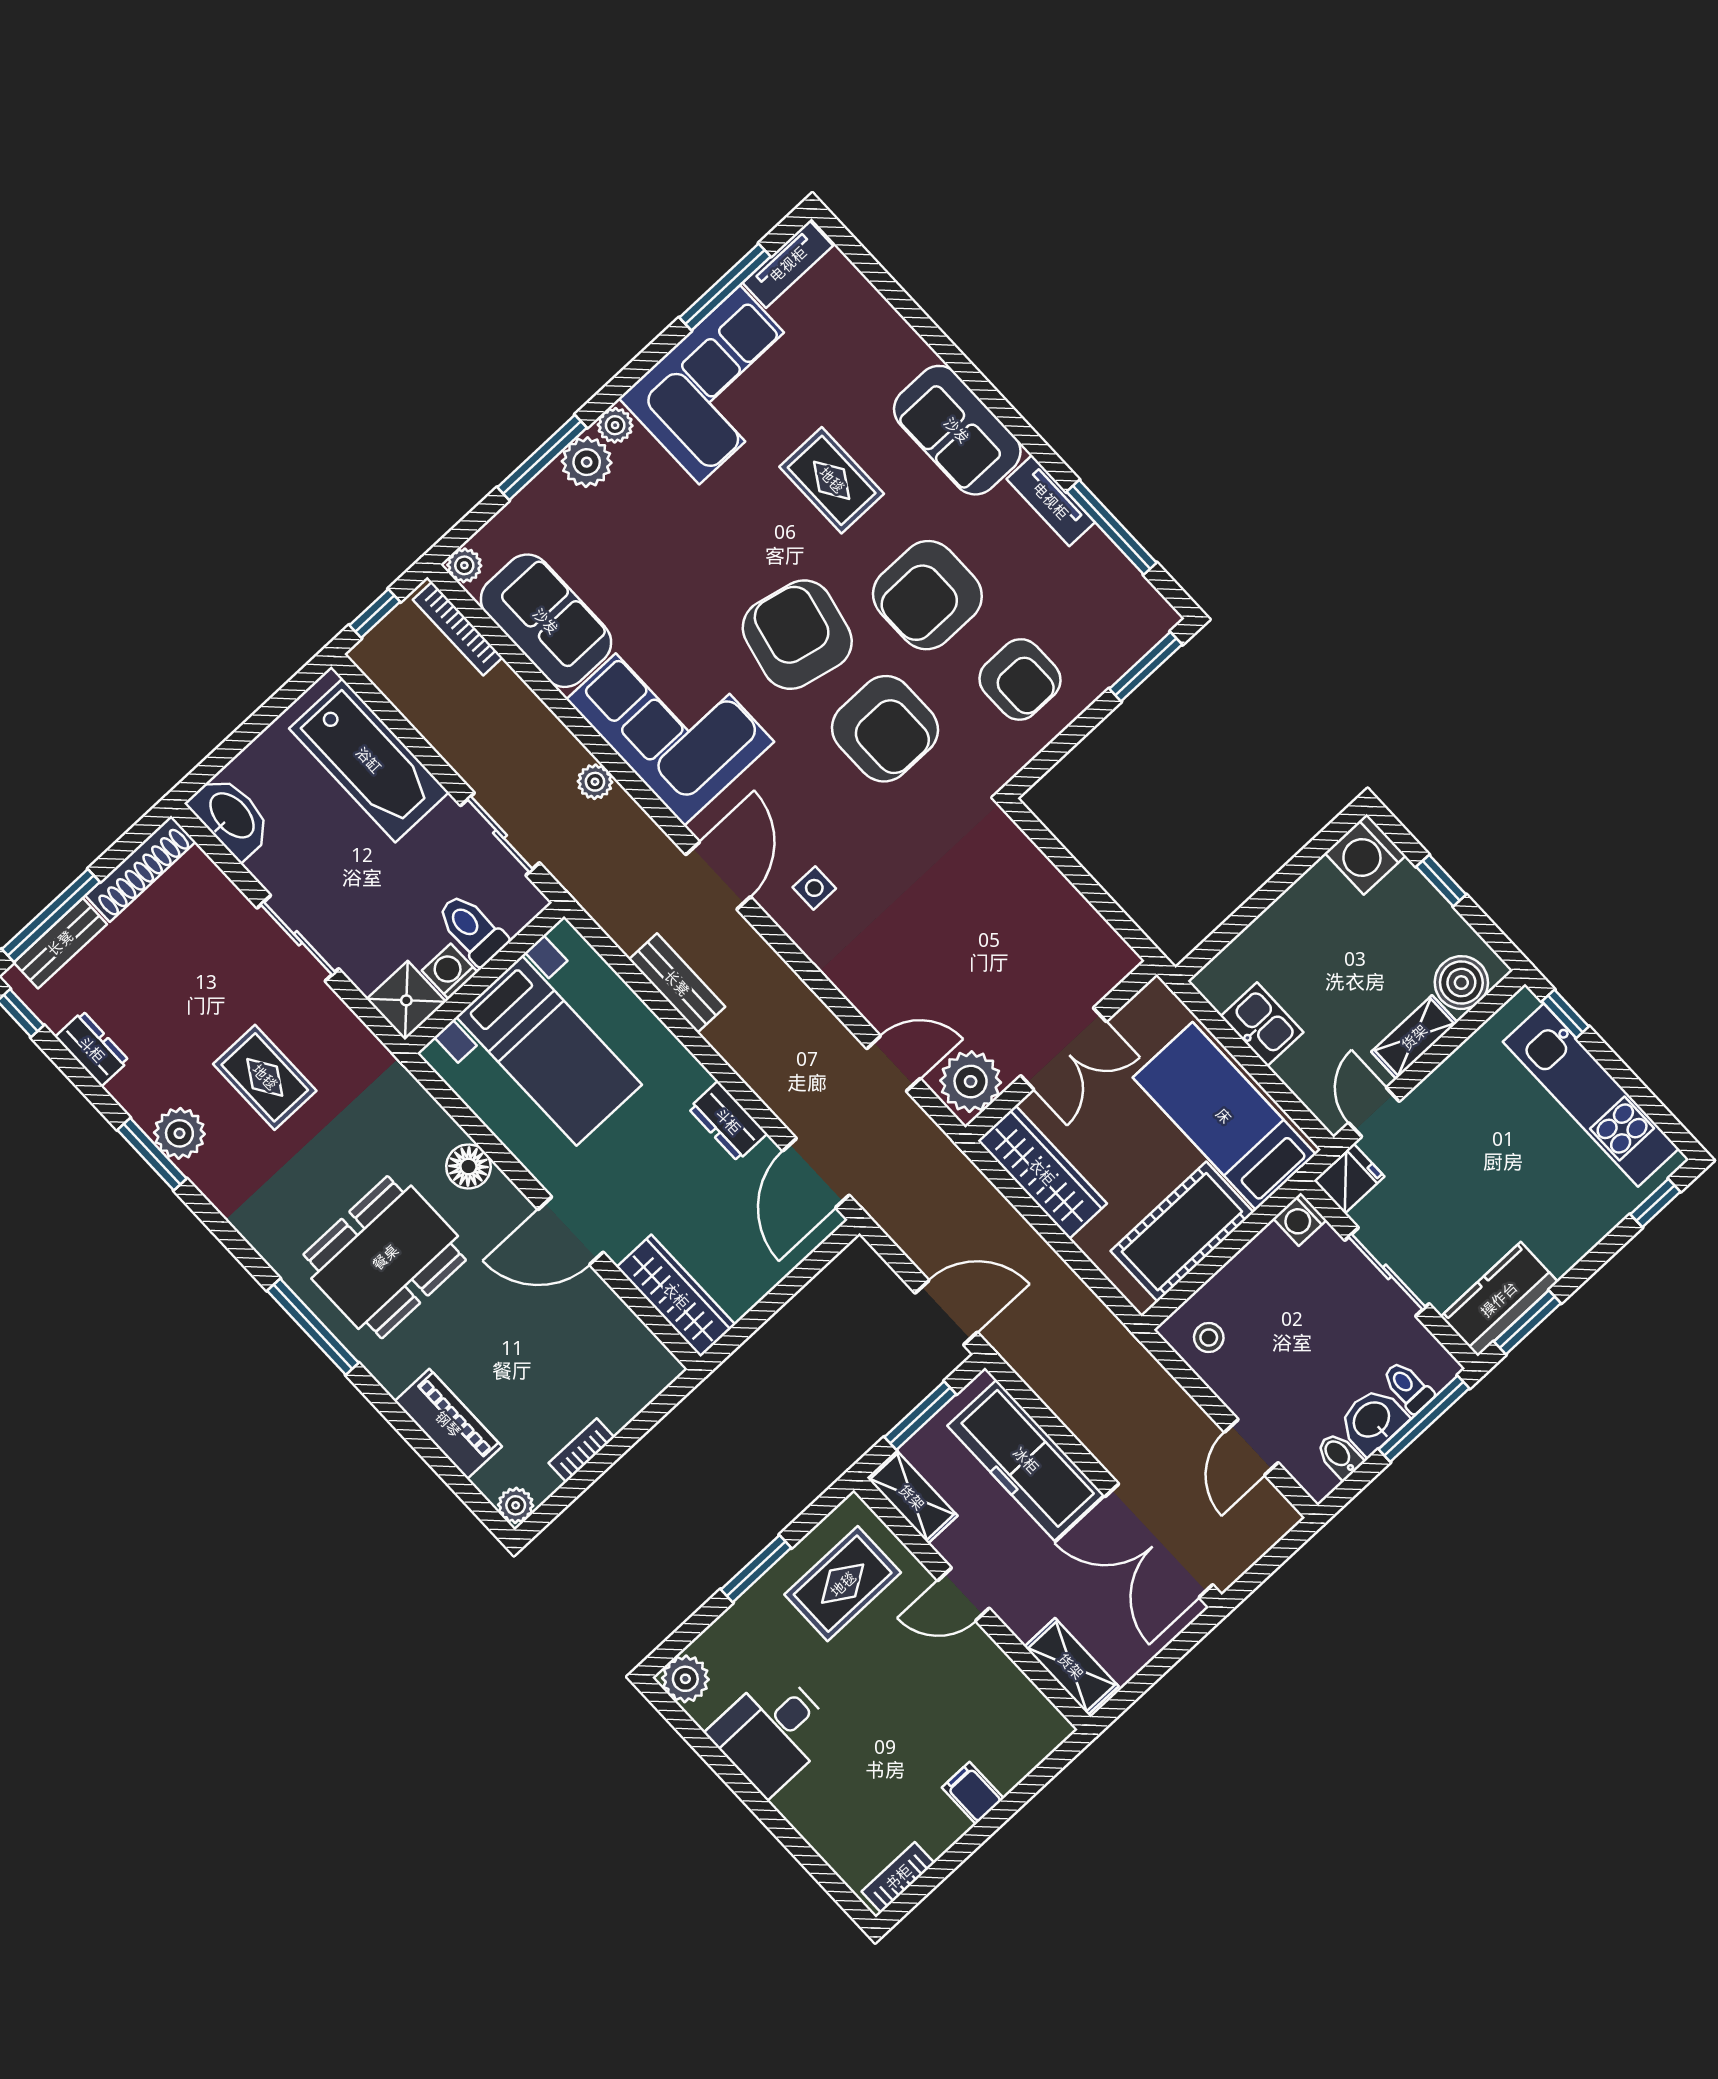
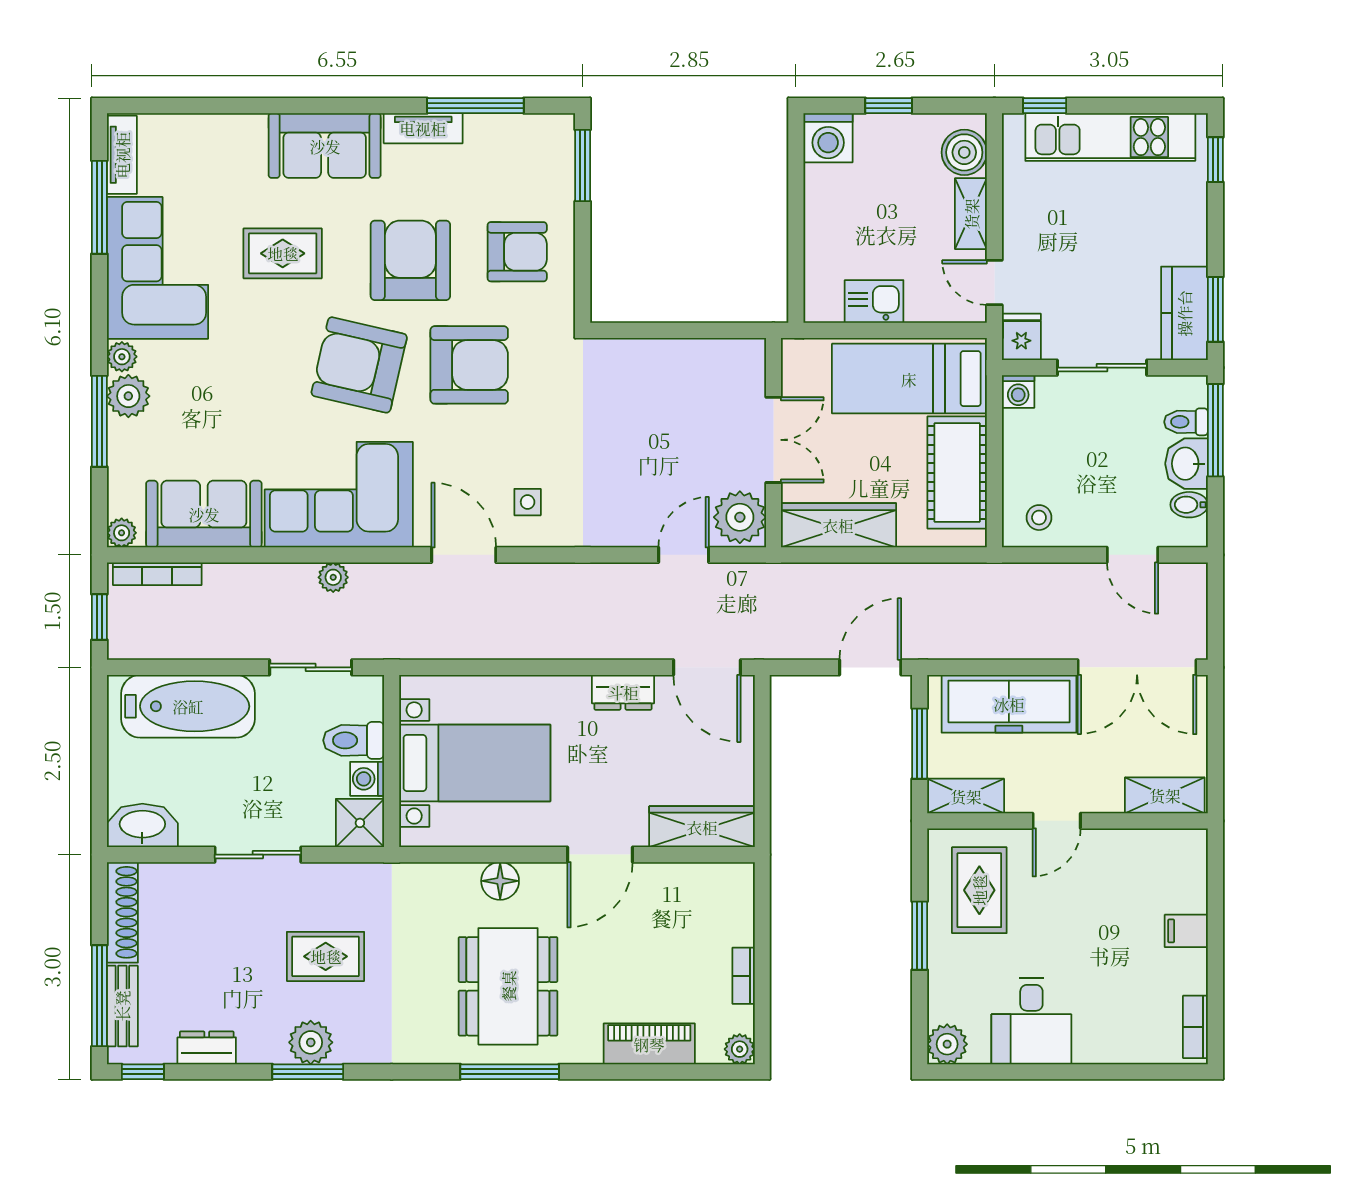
armchair: (927, 595) -> (410, 260), turned 180
bench: (677, 983) -> (507, 643), removed

